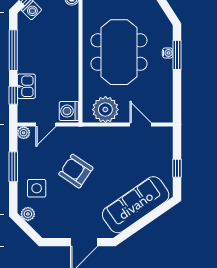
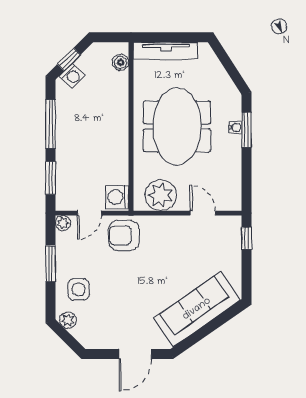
kitchen sink: (26, 86) -> (66, 167), removed
window: (13, 95) -> (51, 178), width x1.50
window: (177, 168) -> (247, 238), moved
armchair: (76, 171) -> (124, 236), moved, turned -34

